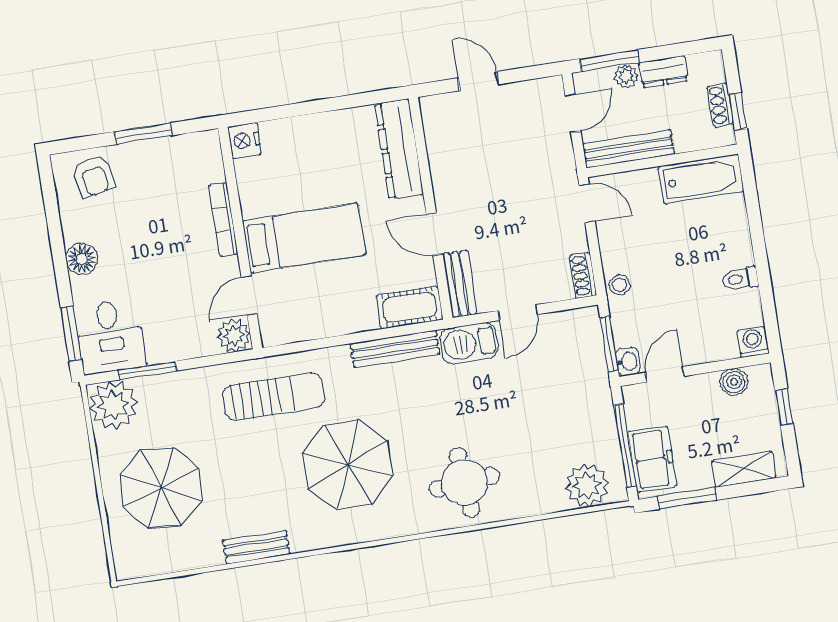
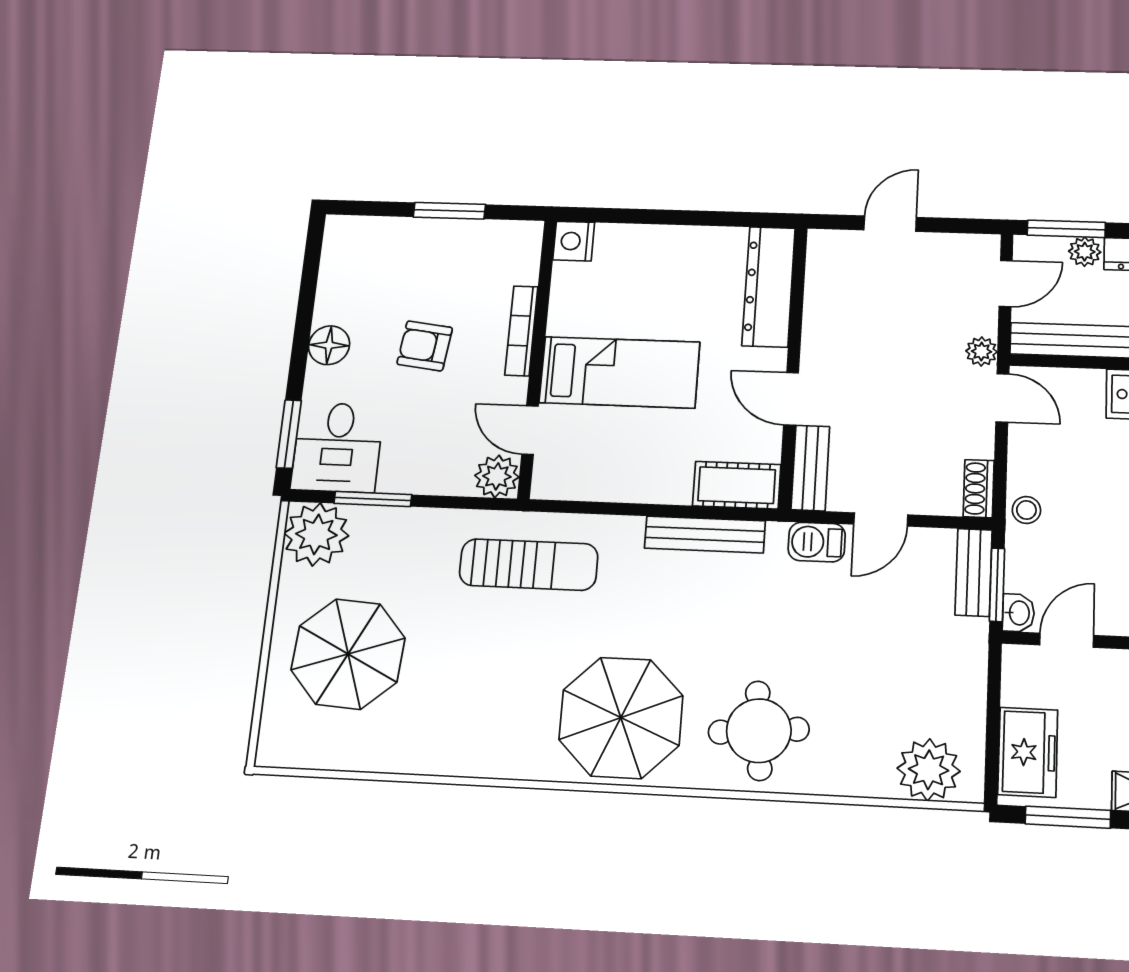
door: (479, 81) -> (890, 224), hinge flipped
plant: (565, 170) -> (981, 351), added
armchair: (94, 176) -> (425, 346), moved, turned 108
door: (249, 295) -> (530, 430), hinge flipped
barbecue: (469, 343) -> (817, 542), width x0.73, depth x0.79
window: (625, 446) -> (993, 726), removed
parasol: (348, 465) -> (621, 718), moved
bench: (256, 547) -> (974, 572), moved, turned 90

